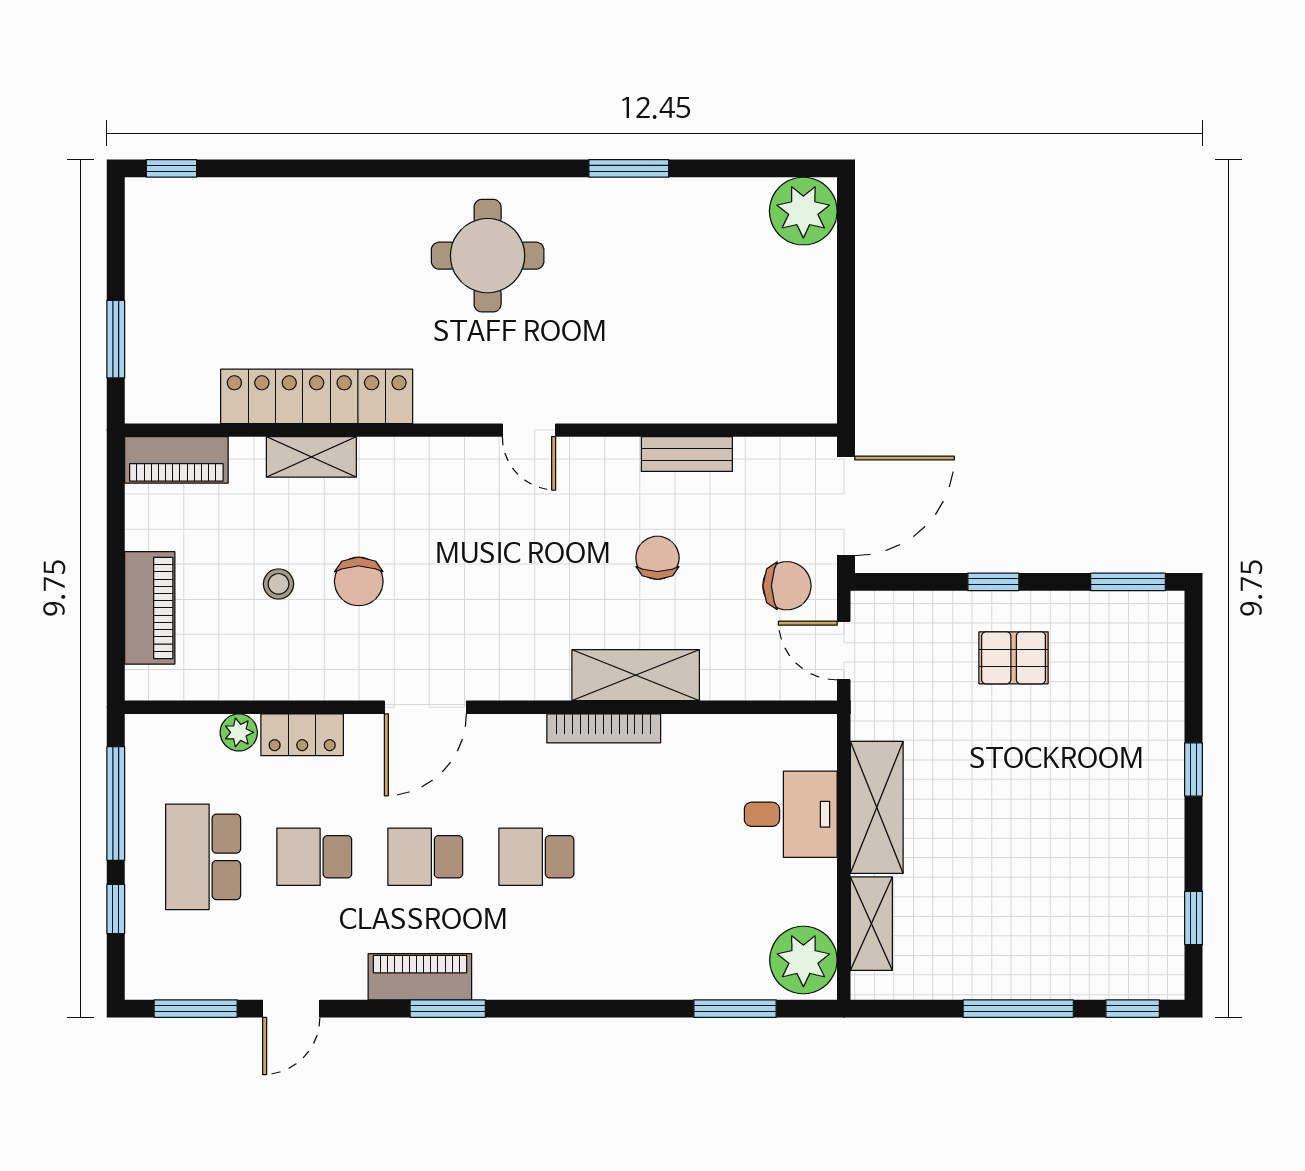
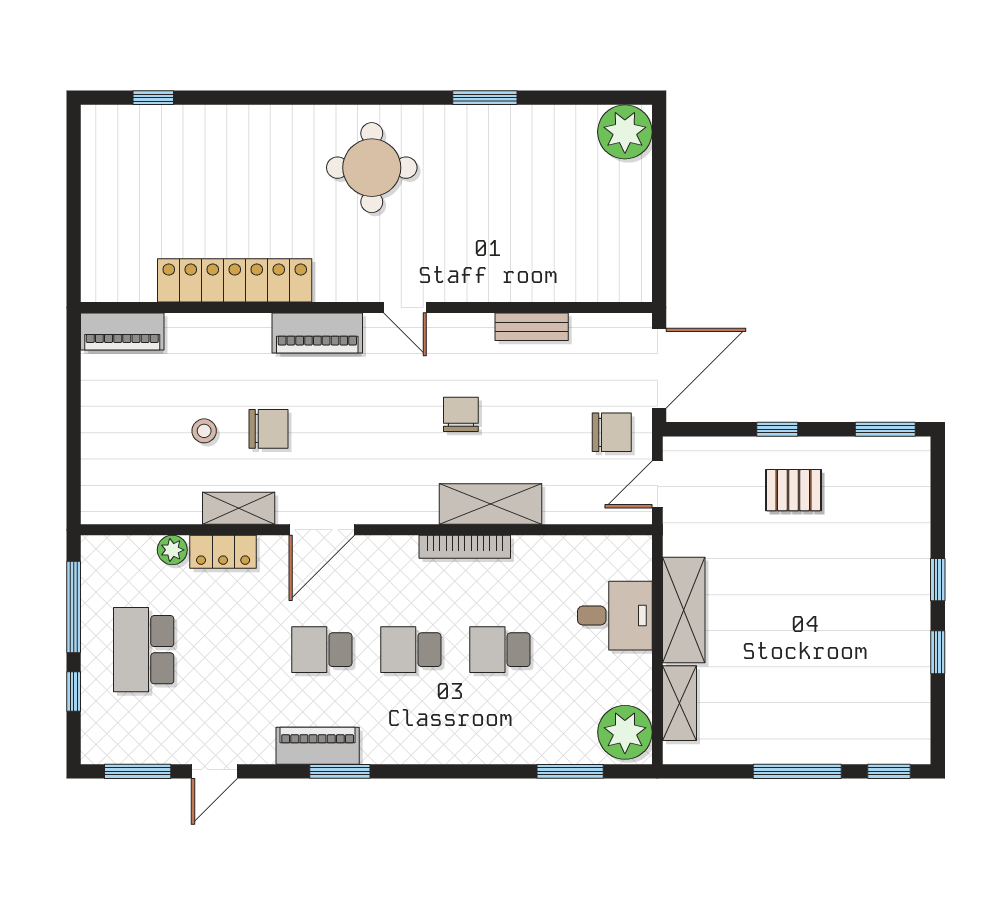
window: (171, 168) -> (153, 98), moved
window: (116, 339) -> (74, 235), removed
shelving: (311, 457) -> (239, 508), moved
chair: (657, 558) -> (461, 414), moved
chair: (359, 581) -> (268, 429), turned -90
piano: (150, 608) -> (317, 333), moved, turned 90
door: (844, 651) -> (657, 484), hinge flipped
school desk: (314, 857) -> (500, 650), moved
window: (1193, 918) -> (938, 652), moved

